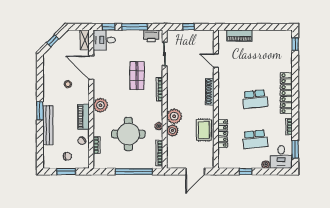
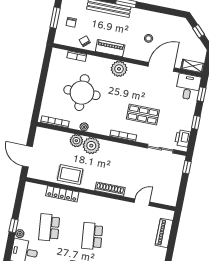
window: (135, 27) -> (196, 122), width x0.46
window: (189, 27) -> (187, 167), moved
window: (134, 172) -> (41, 90), removed
window: (245, 172) -> (14, 226), moved

